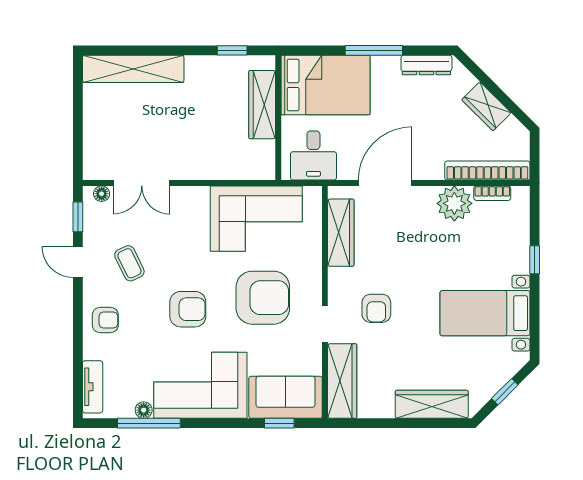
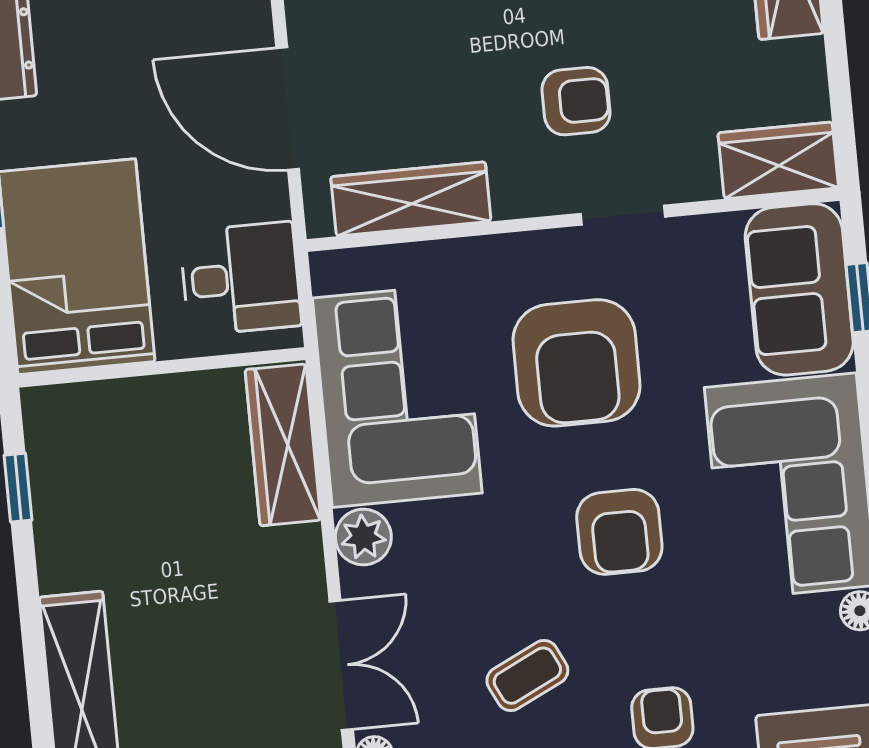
wardrobe: (262, 105) -> (283, 445), moved, turned 90
plant: (196, 198) -> (363, 537), added
armchair: (263, 298) -> (576, 363), turned 180
armchair: (188, 309) -> (619, 532), turned 180
wardrobe: (342, 381) -> (778, 160), width x0.67

